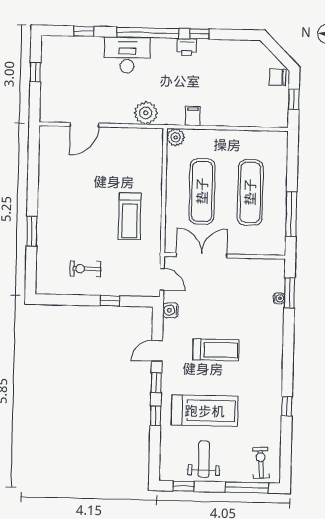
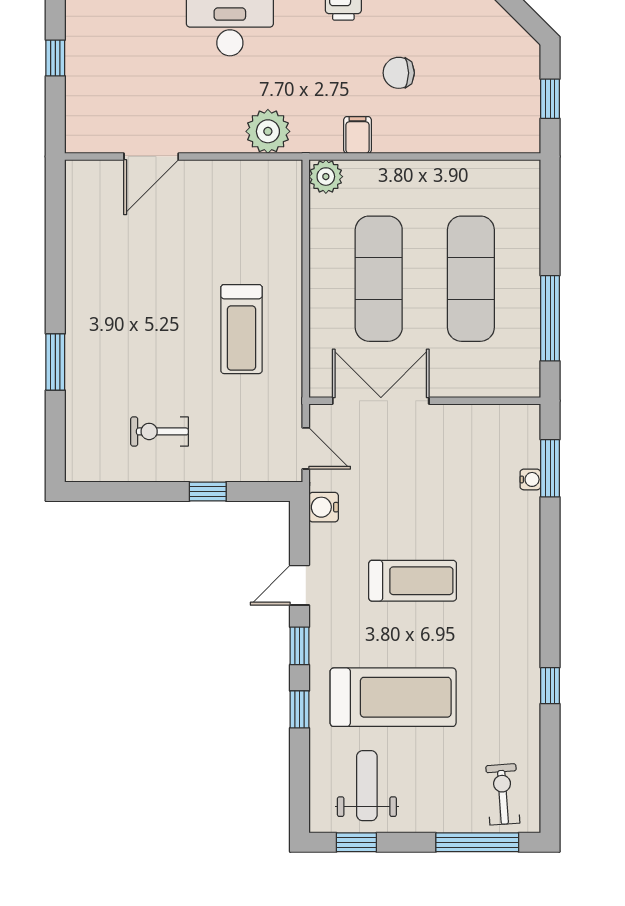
chair: (278, 77) -> (399, 73), moved
weight bench: (204, 459) -> (367, 786), moved

